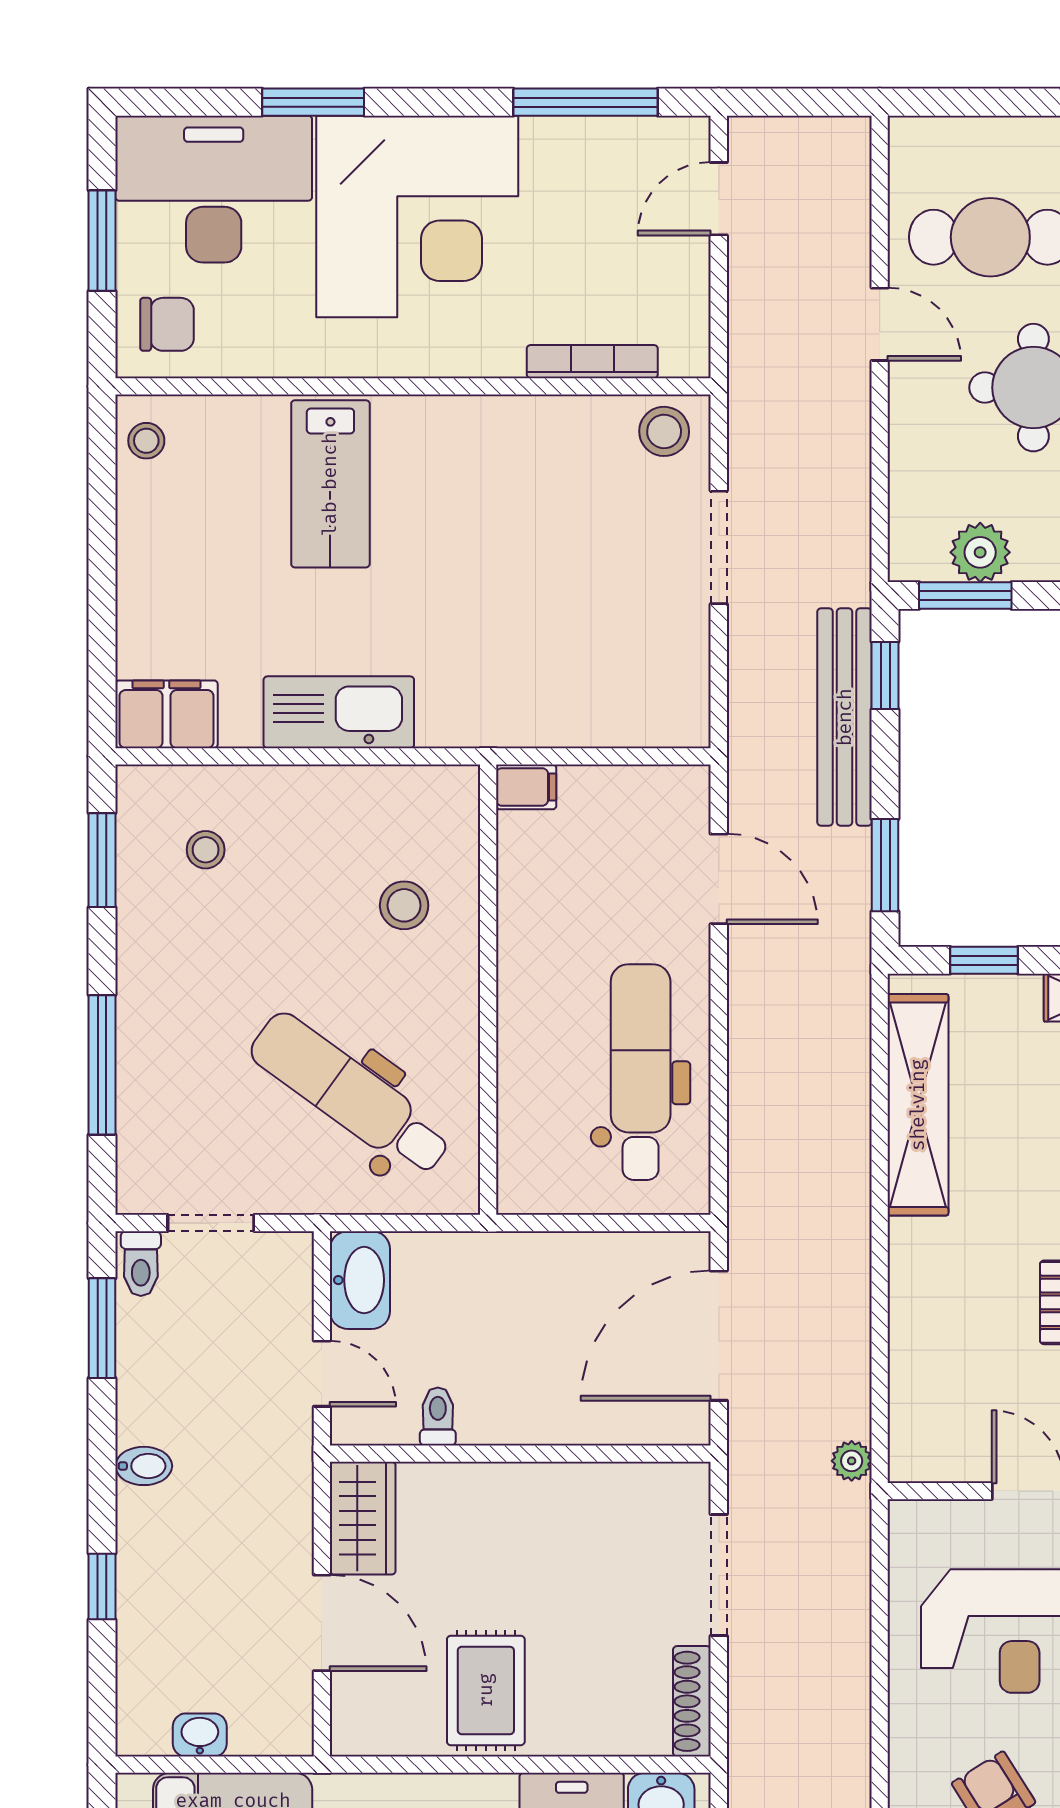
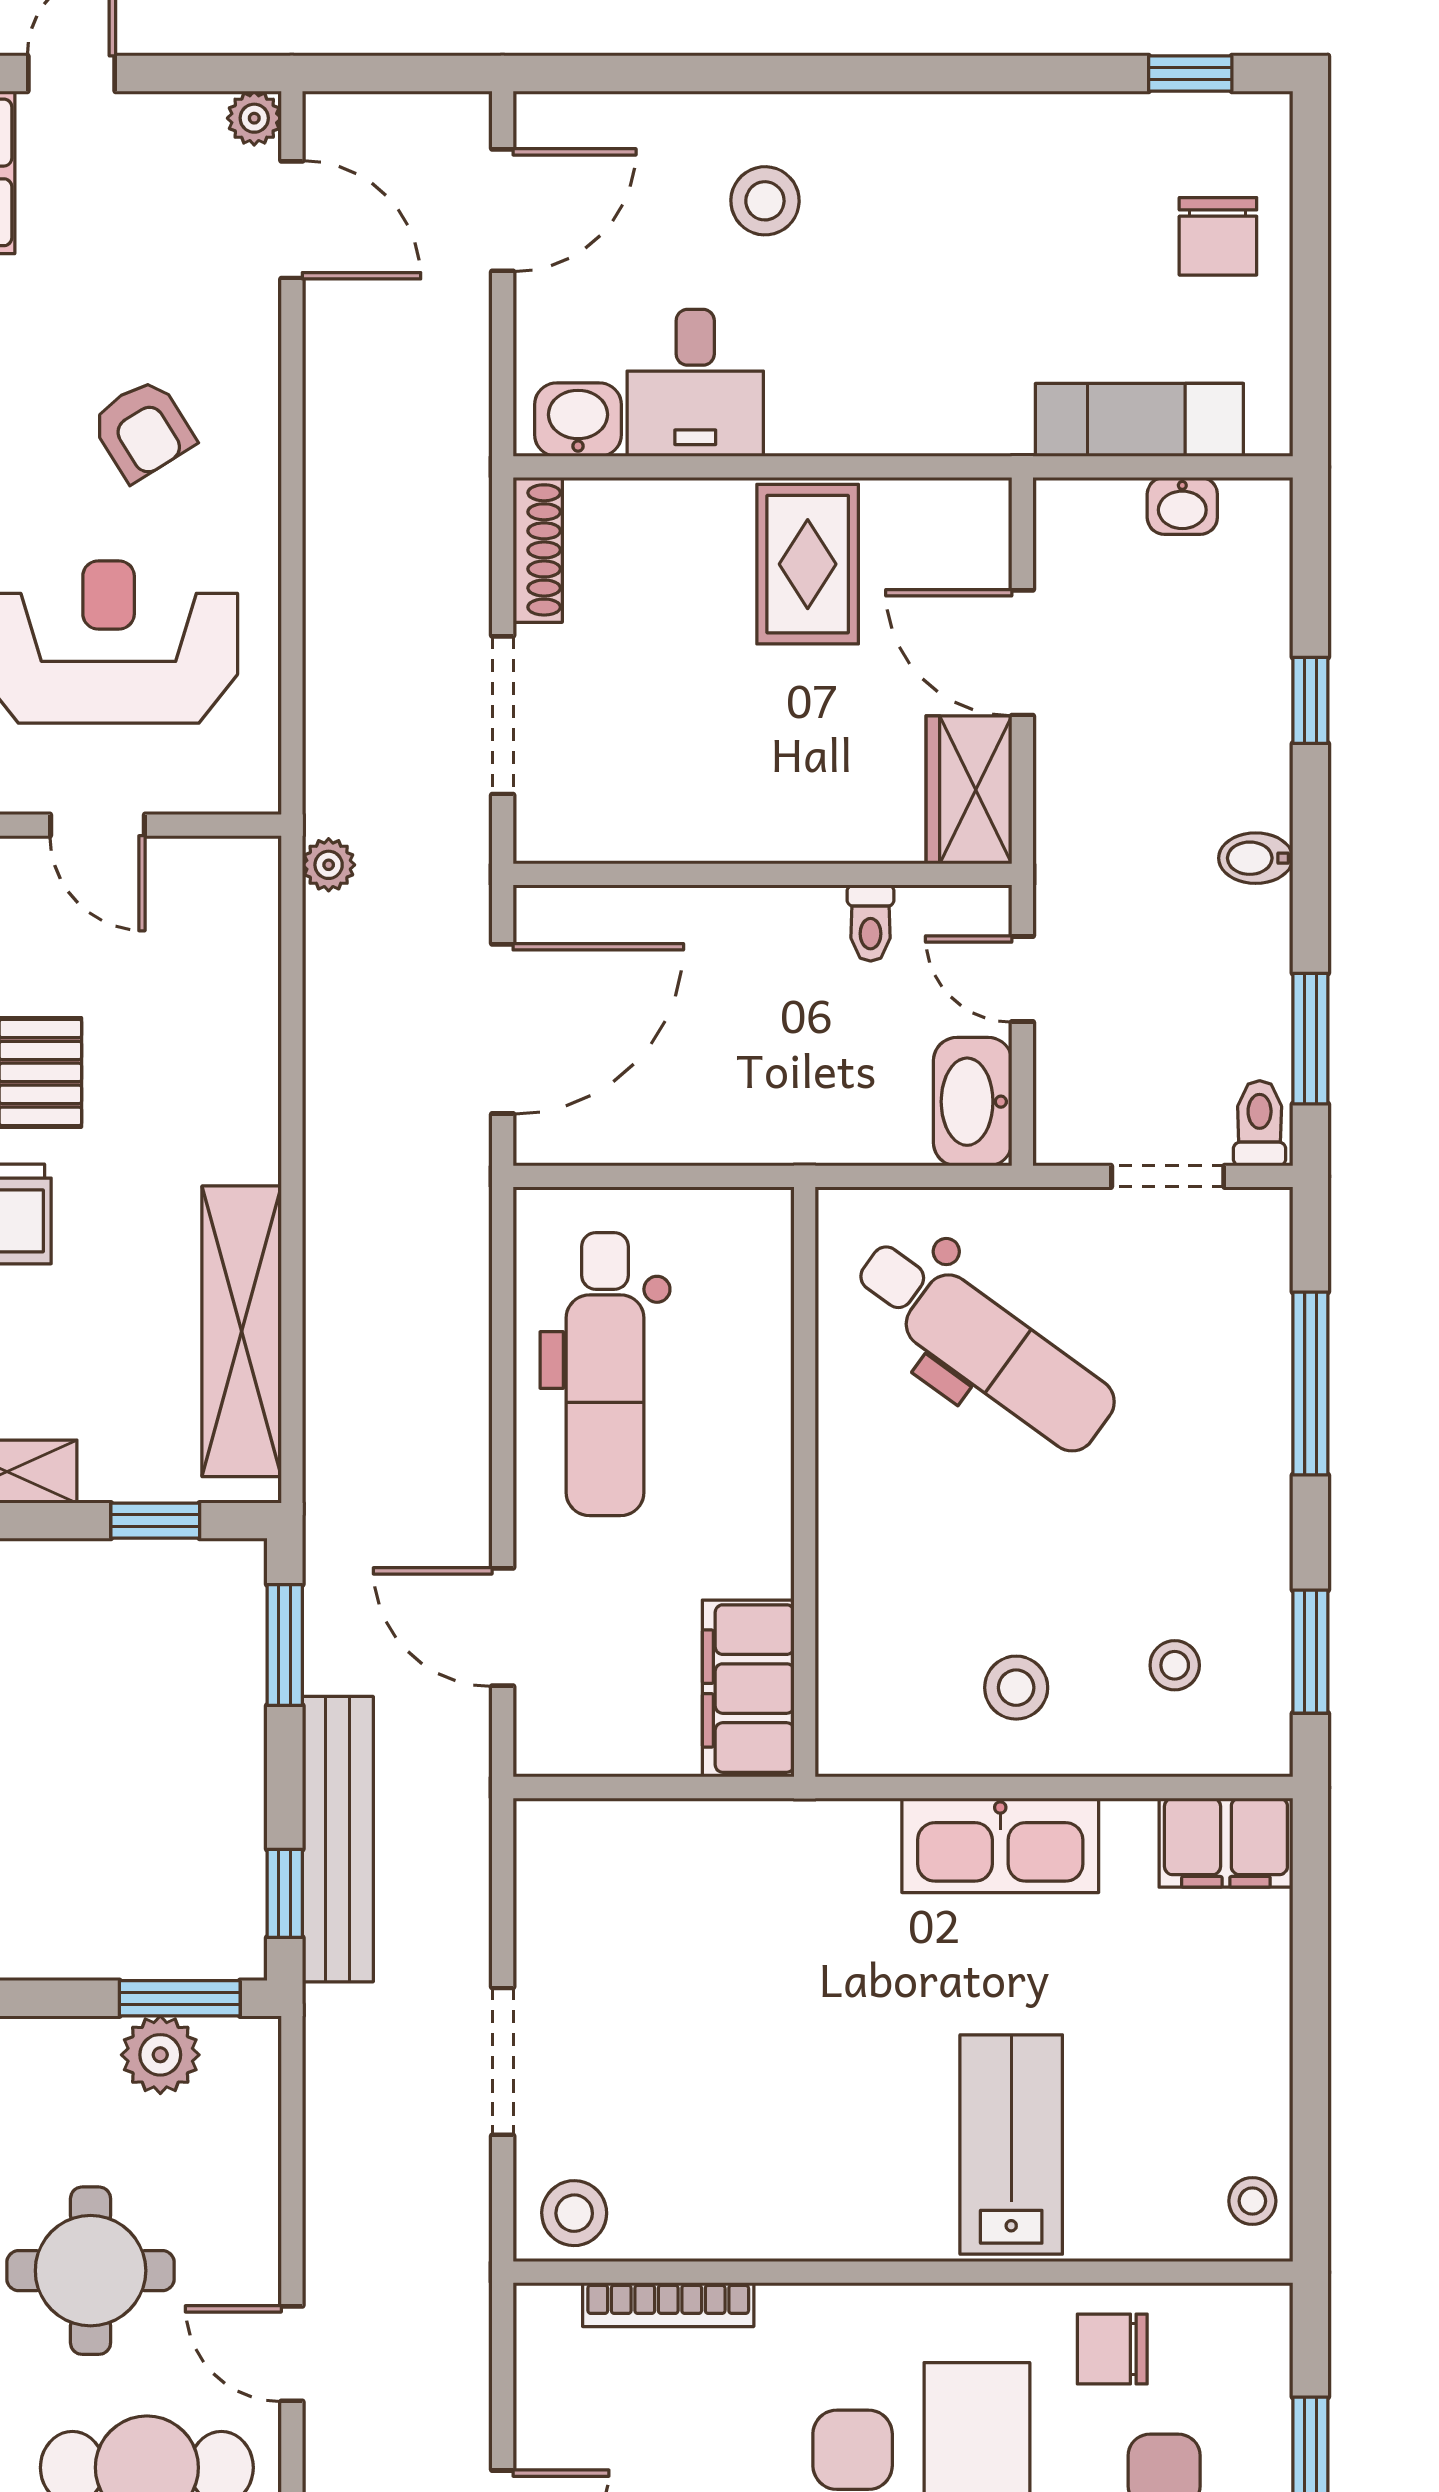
chair: (167, 324) -> (1112, 2349), moved
filing cabinet: (526, 787) -> (748, 1689), width x3.00, depth x1.17
stool: (404, 905) -> (1016, 1688), moved

